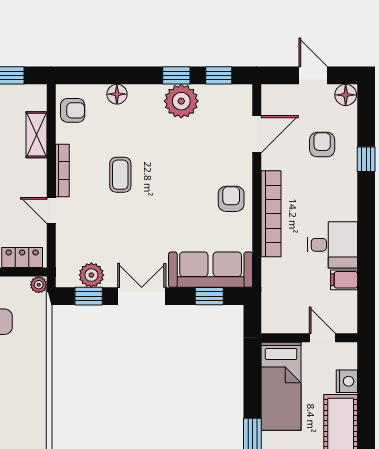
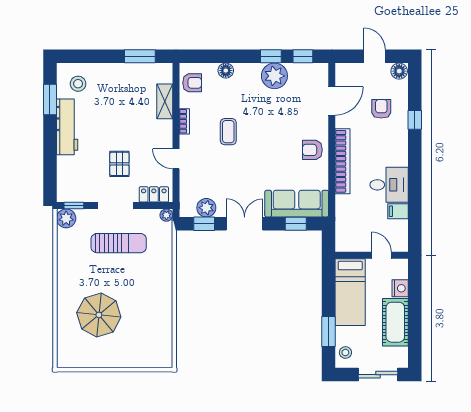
bookcase: (62, 171) -> (184, 121), width x0.64
armchair: (231, 199) -> (312, 150), turned -90

